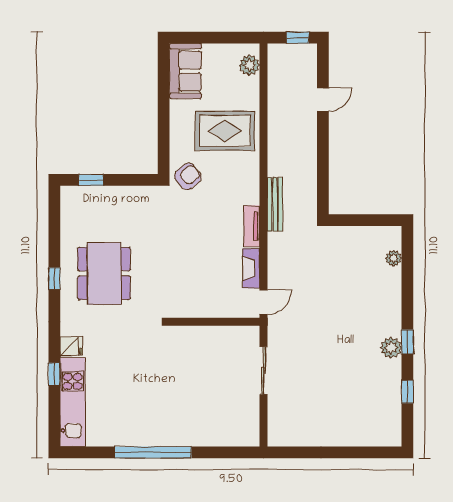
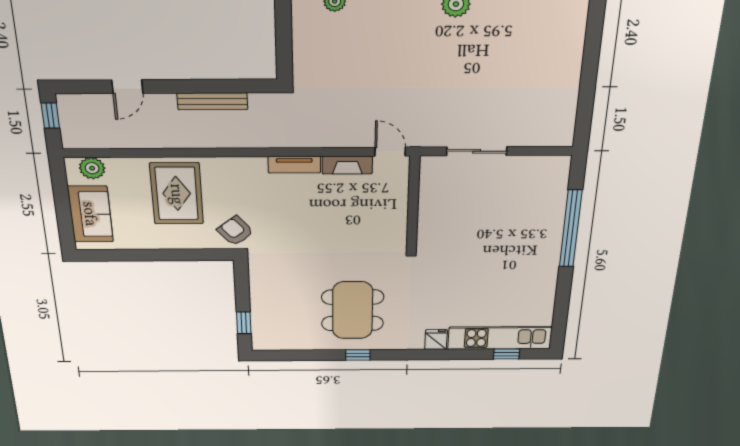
sofa: (185, 71) -> (90, 214), moved, turned 90
door: (323, 100) -> (127, 87), swing flipped
bench: (275, 204) -> (212, 101), moved
dining table: (104, 273) -> (353, 310), turned 90
window: (54, 374) -> (506, 354), moved
window: (153, 452) -> (571, 229), moved

